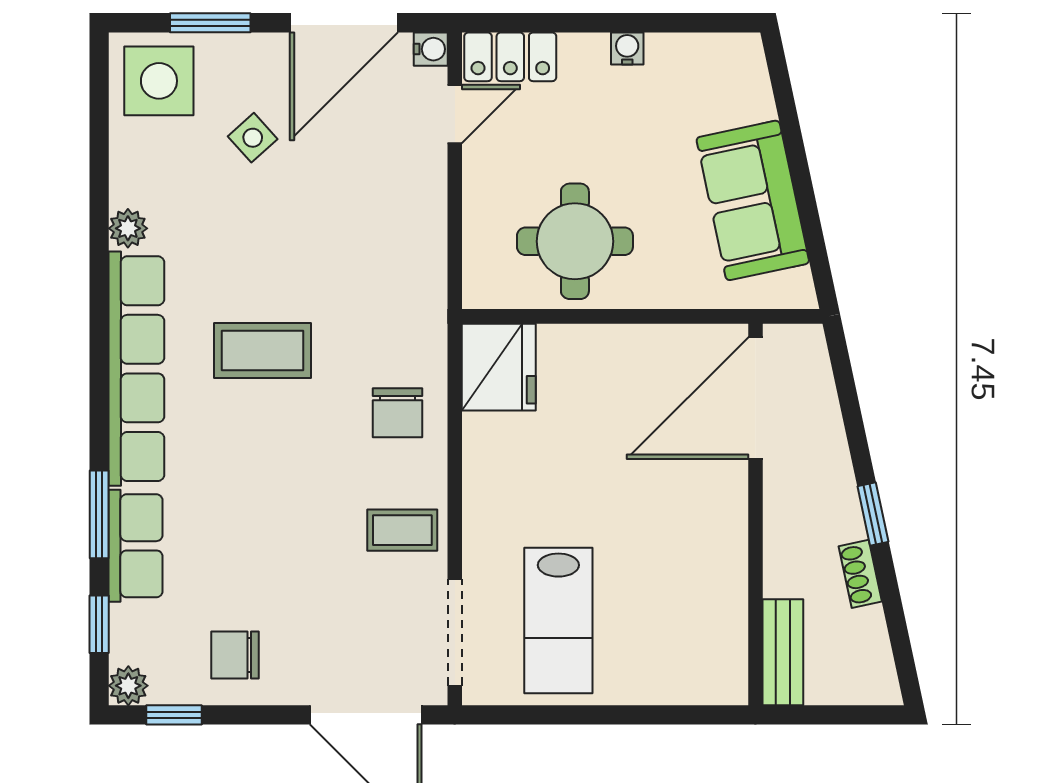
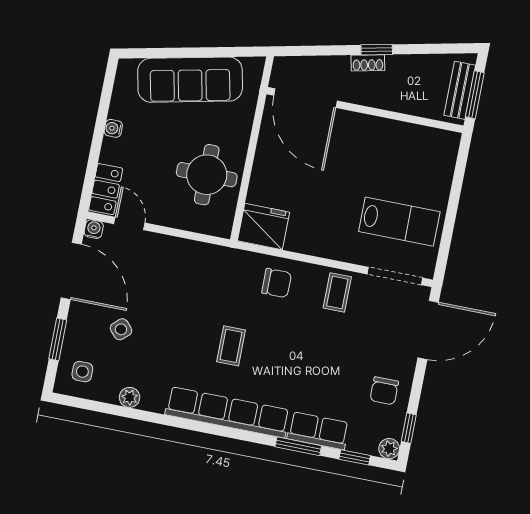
side table: (159, 81) -> (82, 372), width x0.54, depth x0.54
sofa: (753, 200) -> (190, 80), width x1.36
plant: (128, 228) -> (130, 397), moved
coffee table: (263, 351) -> (231, 346), width x0.73, depth x0.77
shoe rack: (860, 574) -> (368, 63), moved
bench: (783, 652) -> (460, 90), moved, turned 90
window: (825, 715) -> (475, 95), added

